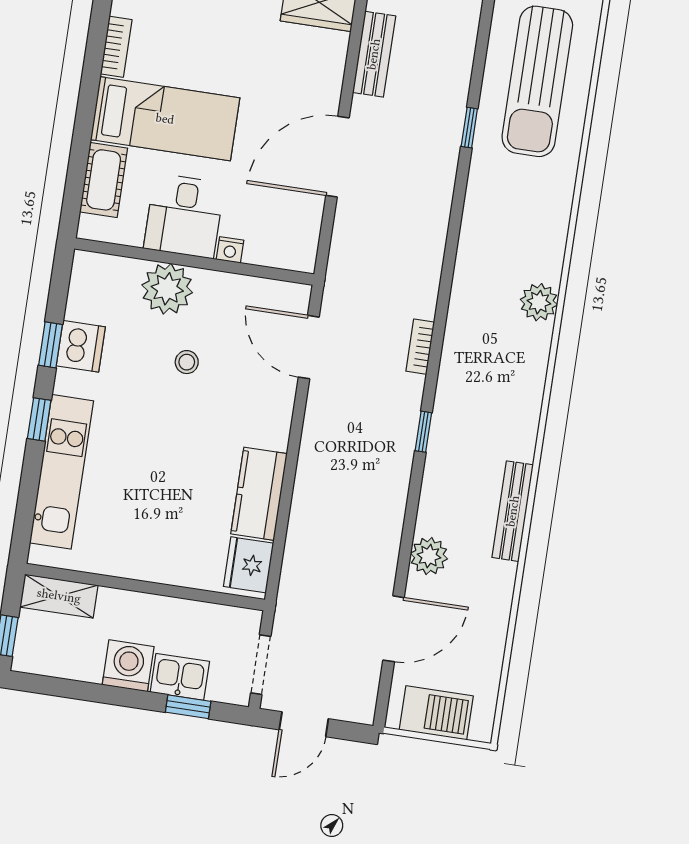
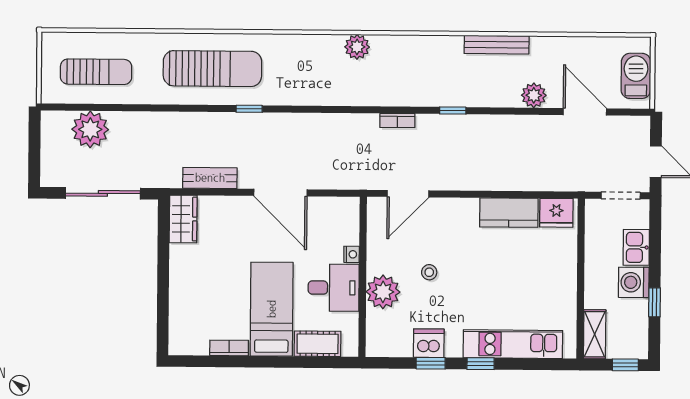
window: (188, 707) -> (655, 302), moved

